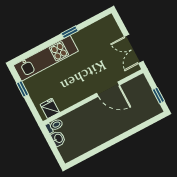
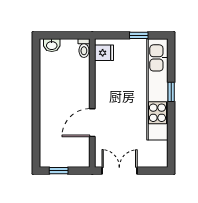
window: (70, 32) -> (171, 92), moved
kitchen unit: (46, 58) -> (157, 89), width x1.36
washbasin: (58, 138) -> (52, 45), moved

